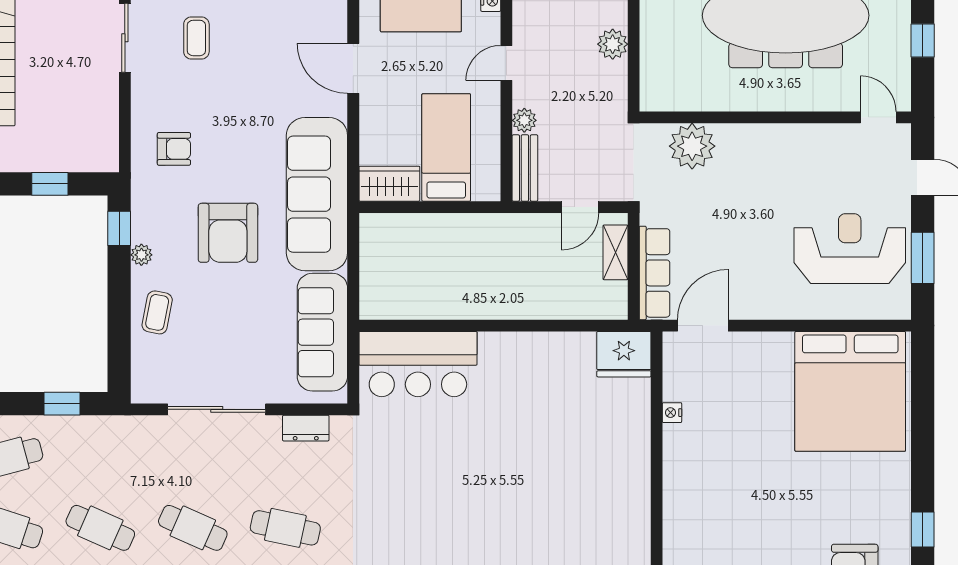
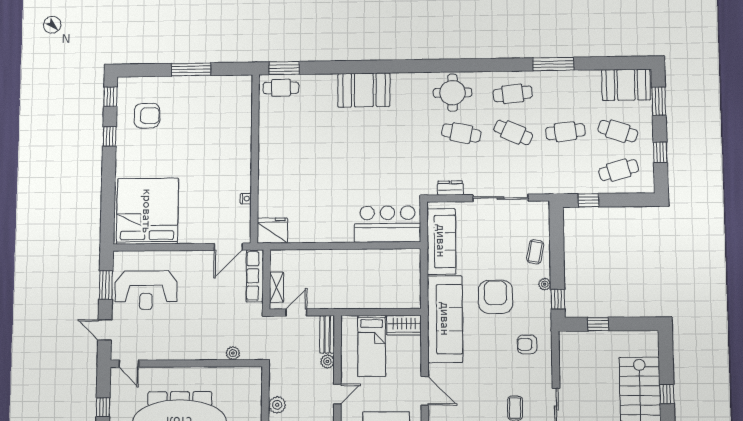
plant: (692, 146) -> (233, 353), width x0.53, depth x0.53
cafe table: (100, 528) -> (565, 132), turned -30

